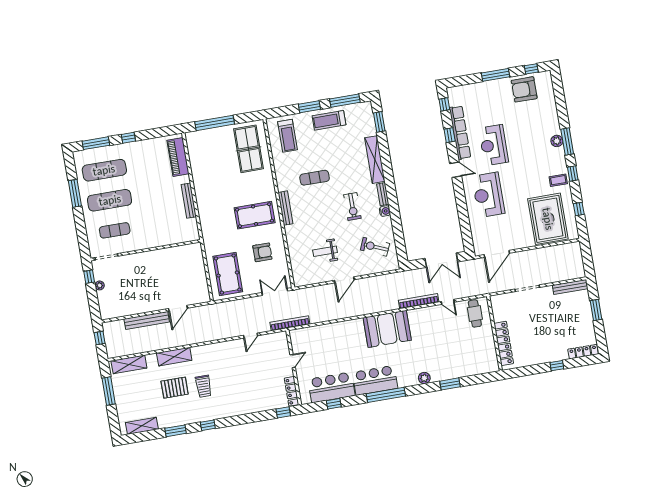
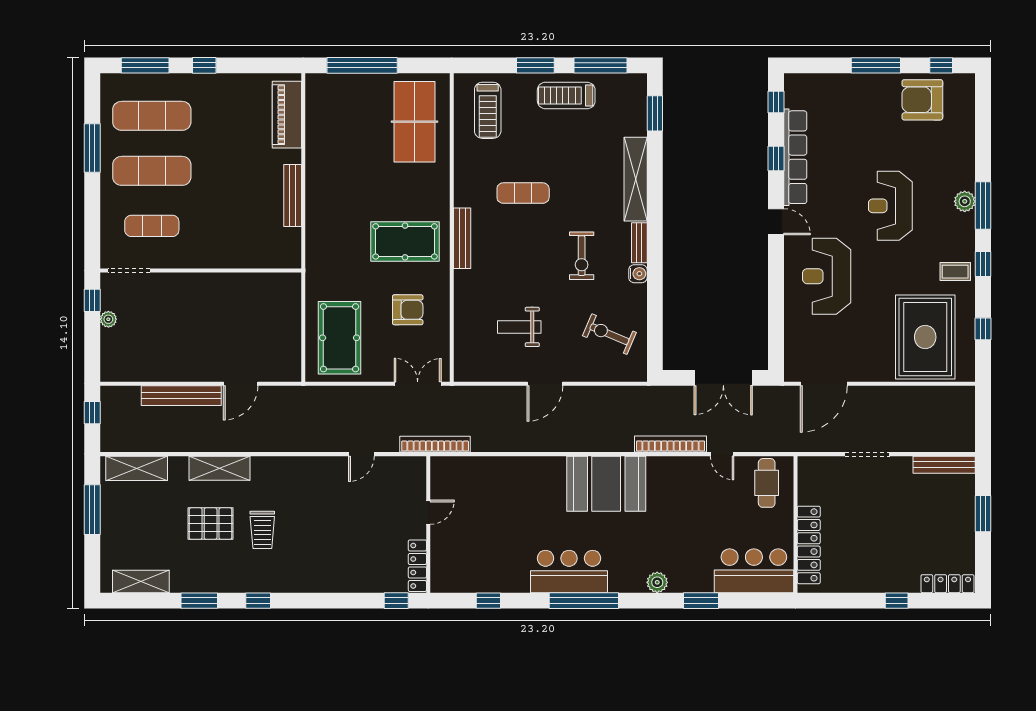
reception desk: (494, 145) -> (890, 206), moved
bar counter: (331, 387) -> (754, 571), moved

